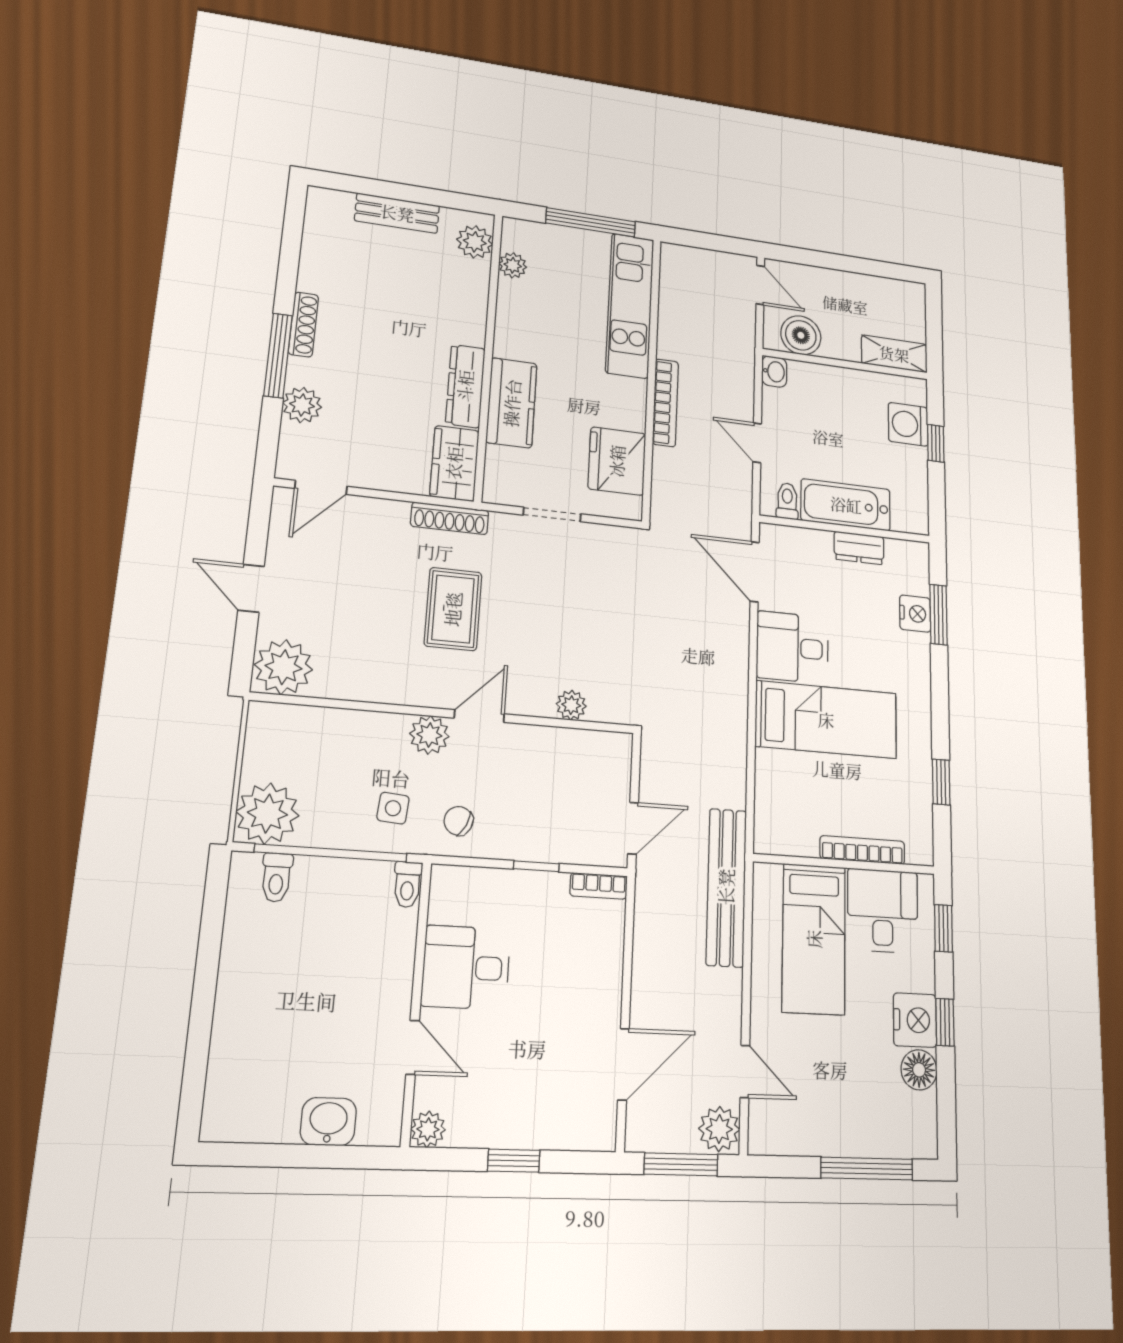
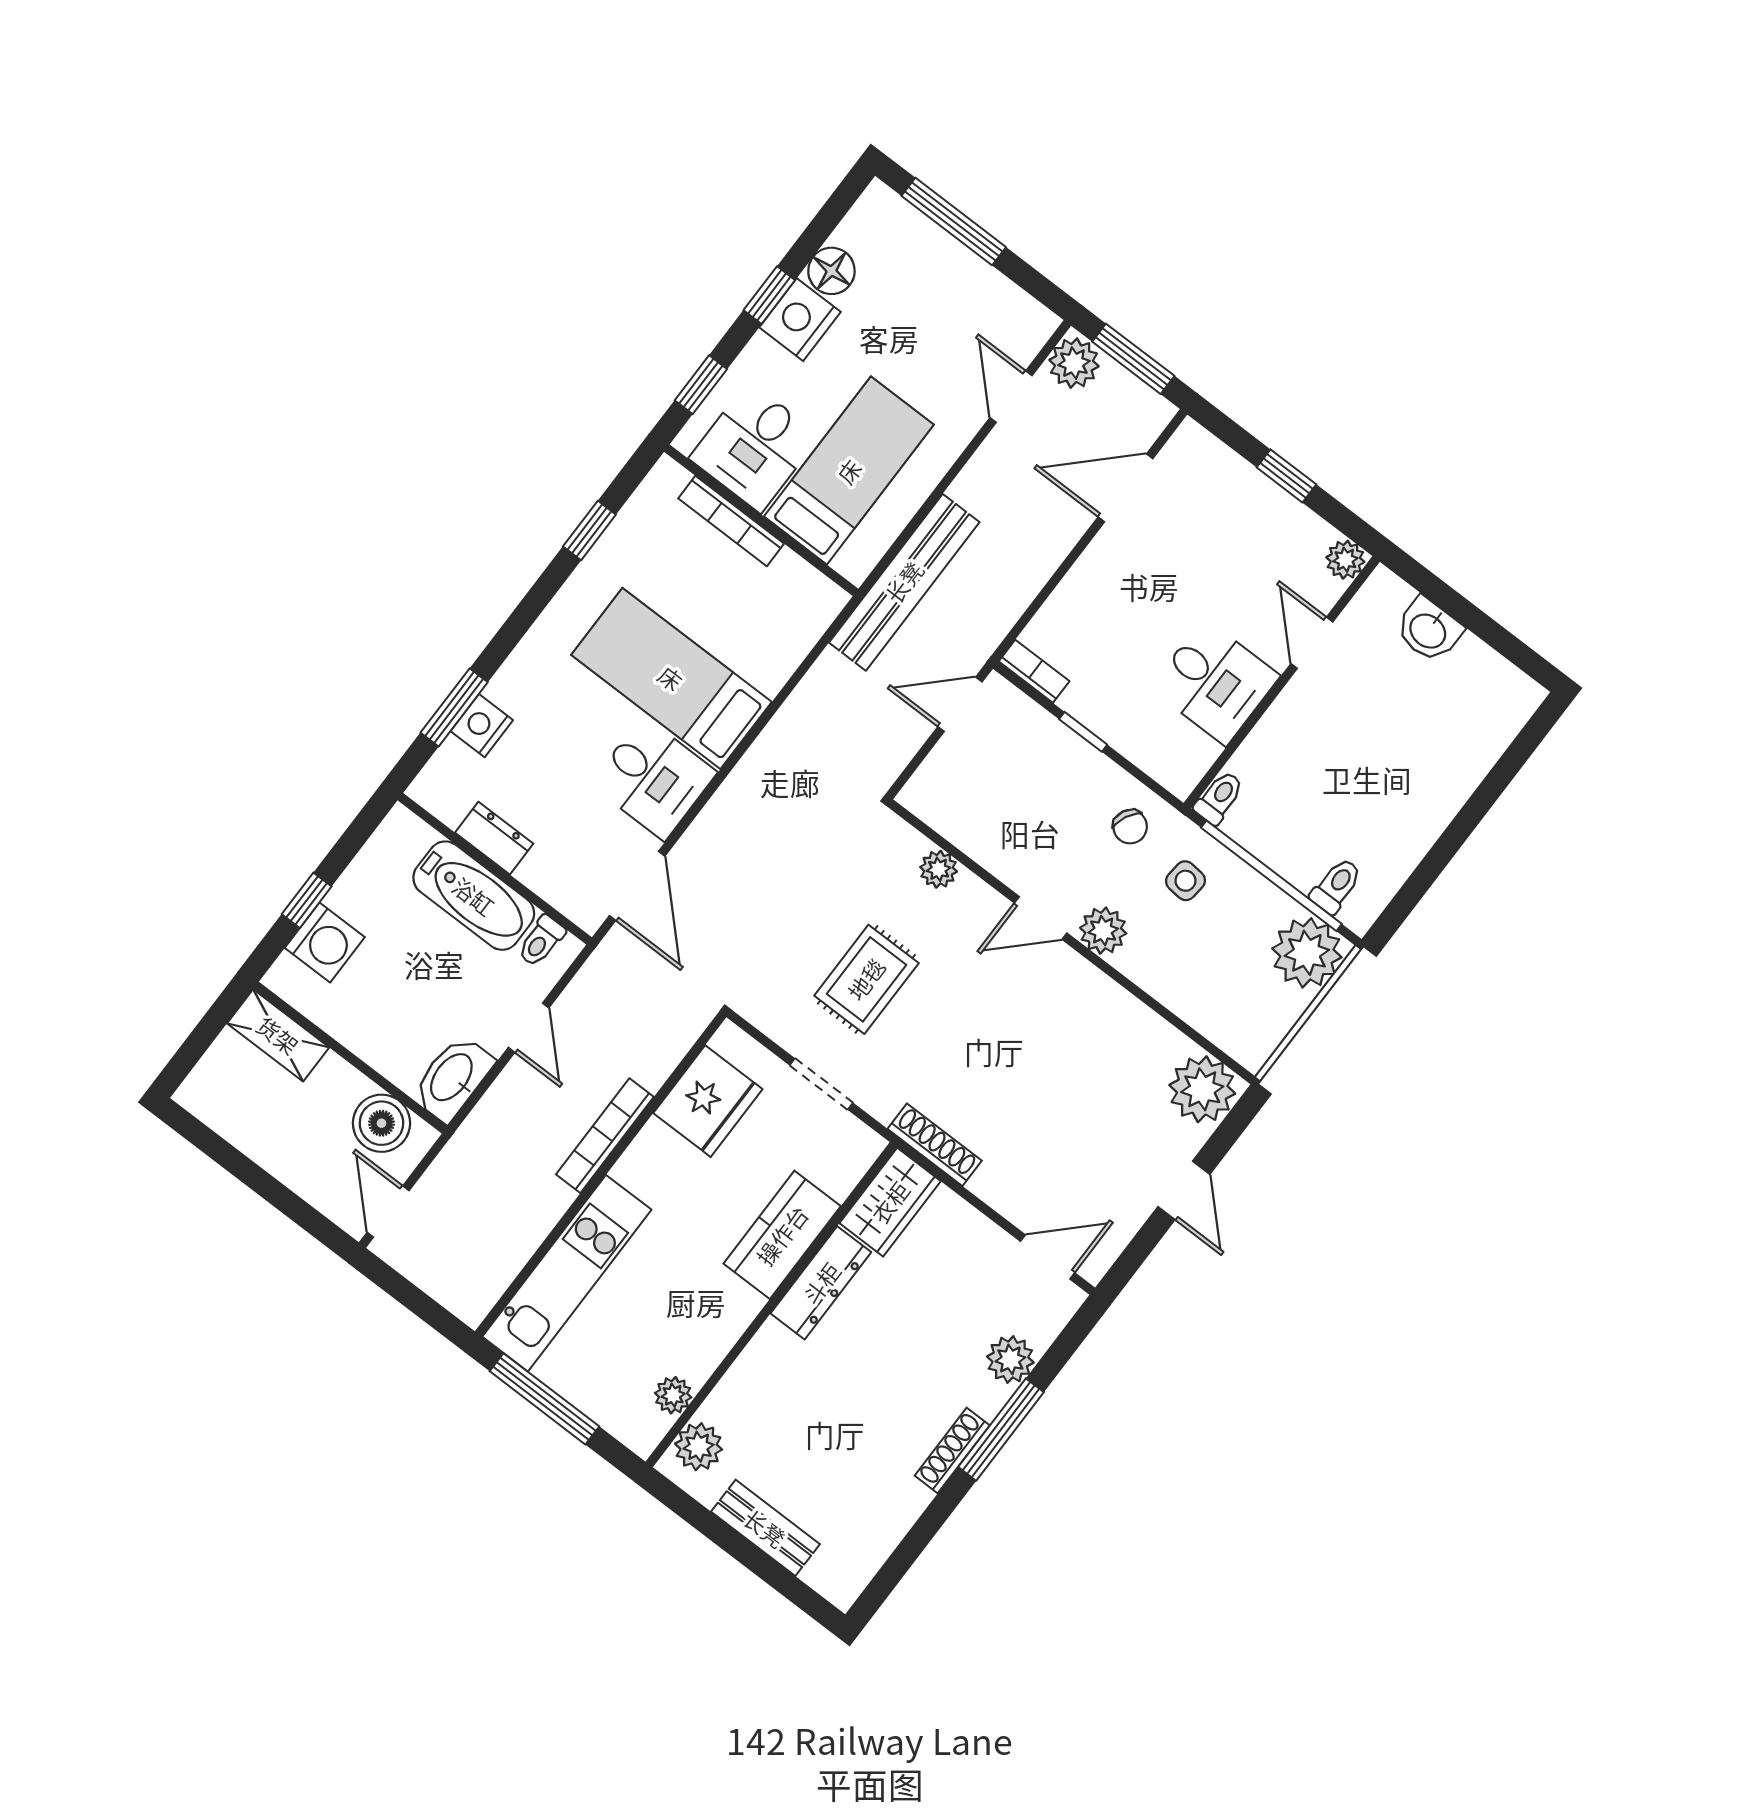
washbasin: (774, 372) -> (453, 1078), width x1.91, depth x1.45
rug: (453, 609) -> (866, 979), moved

